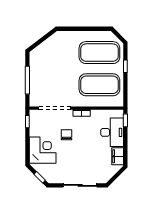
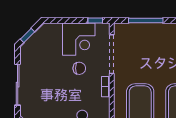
corner desk: (43, 150) -> (79, 39), moved

